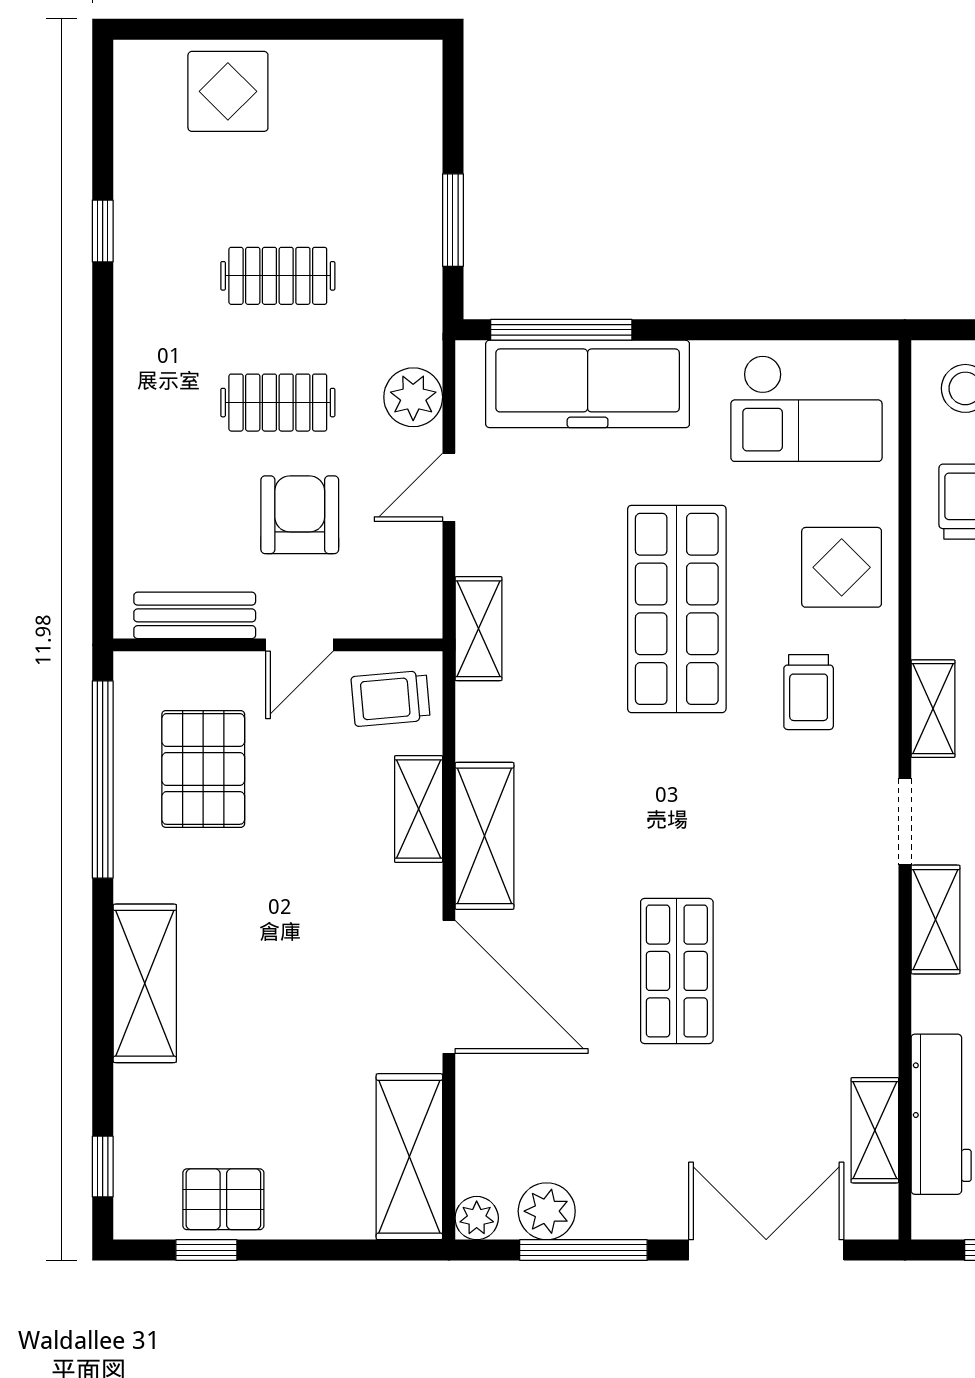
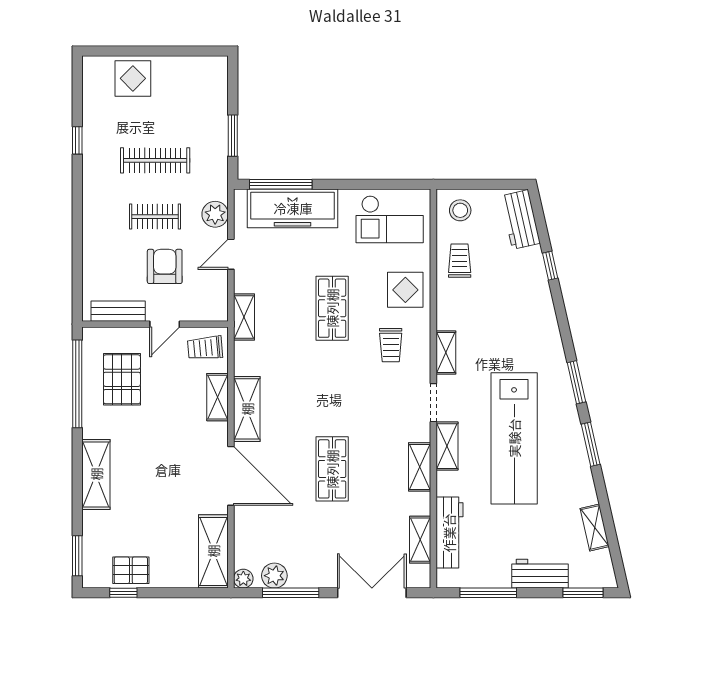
clothes rail: (278, 276) -> (155, 160), width x1.36
shop shelf: (677, 609) -> (332, 308), width x0.70, depth x0.74
shelving: (874, 966) -> (420, 467), added
window: (103, 1167) -> (77, 556), width x1.50

